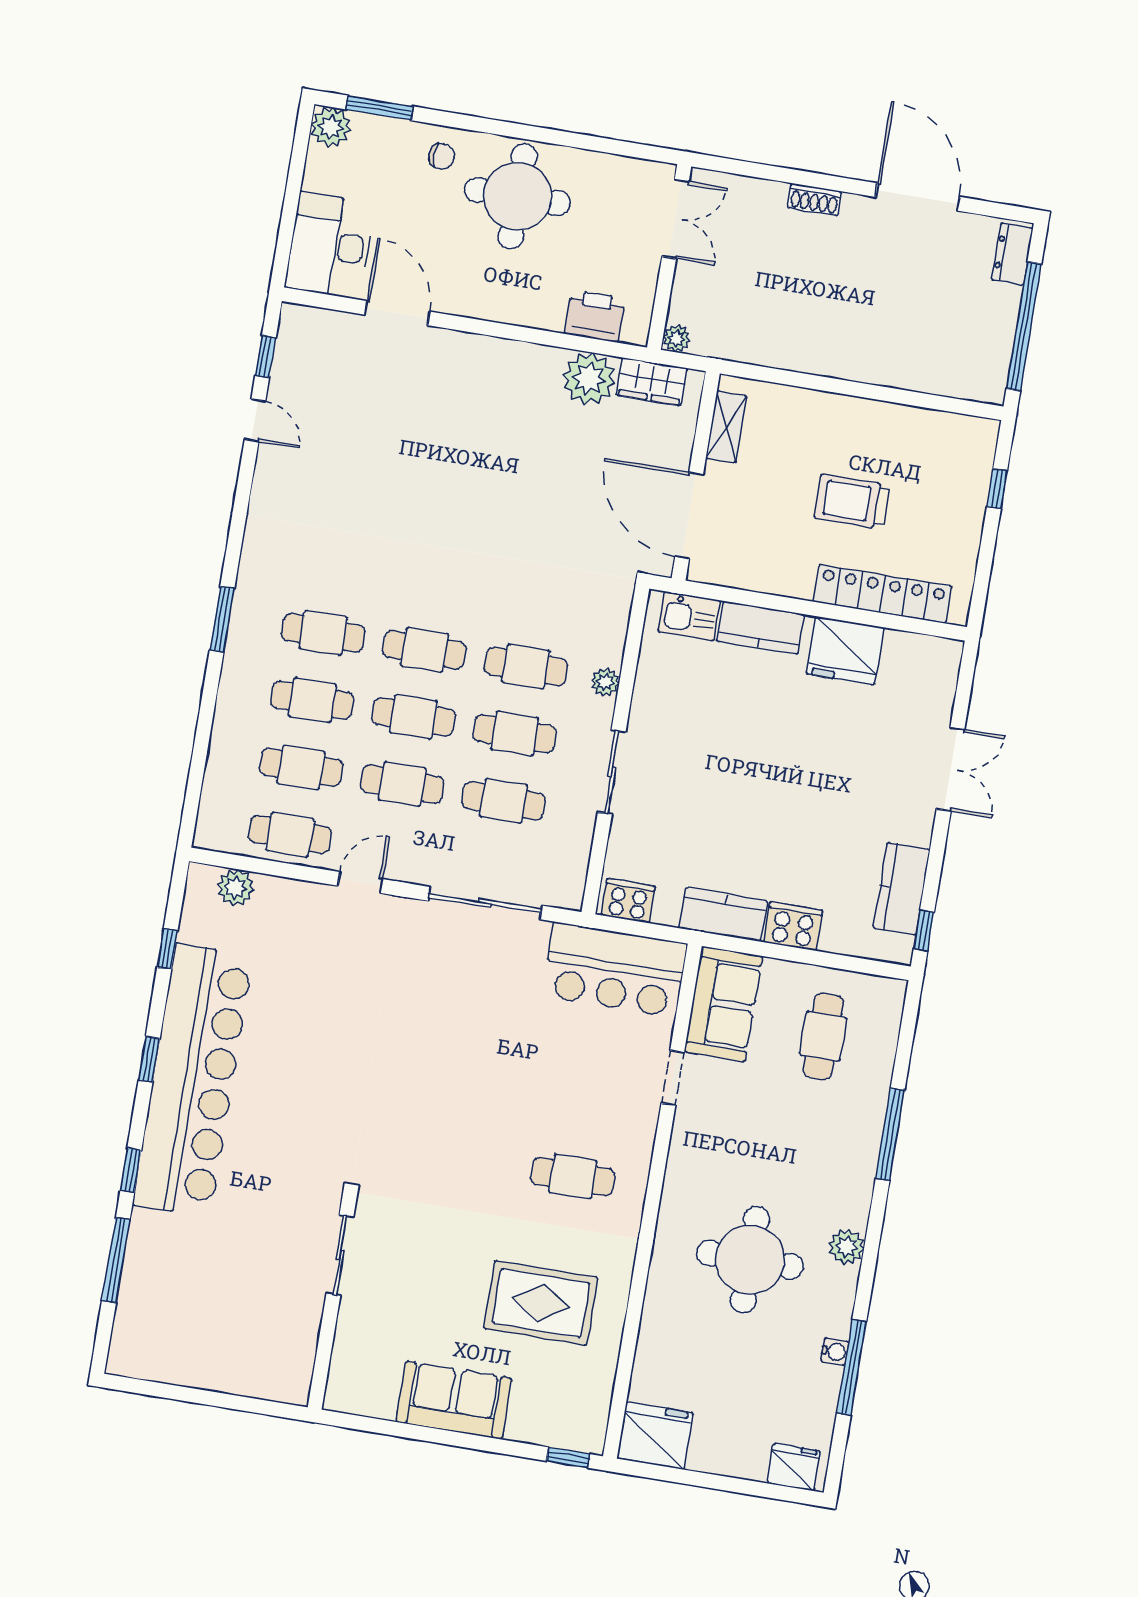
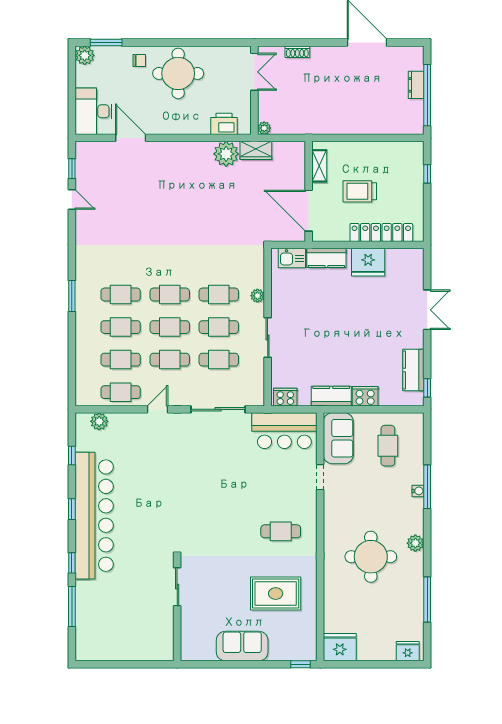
shoe rack: (814, 199) -> (297, 52), moved
dresser: (1012, 254) -> (416, 85), moved
shelving: (726, 427) -> (319, 166), moved
wall: (696, 476) -> (309, 191), moved
door: (689, 516) -> (309, 211), moved
water cooler: (835, 1352) -> (418, 491), moved

